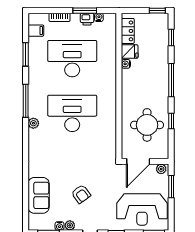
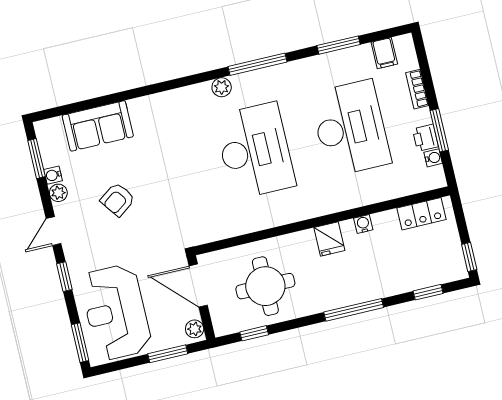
fridge: (130, 51) -> (329, 239), moved
window: (171, 121) -> (254, 333), moved

